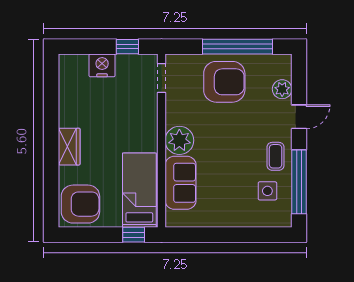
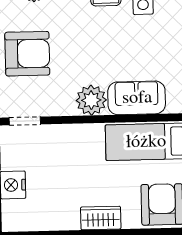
armchair: (224, 82) -> (27, 54), turned 90

